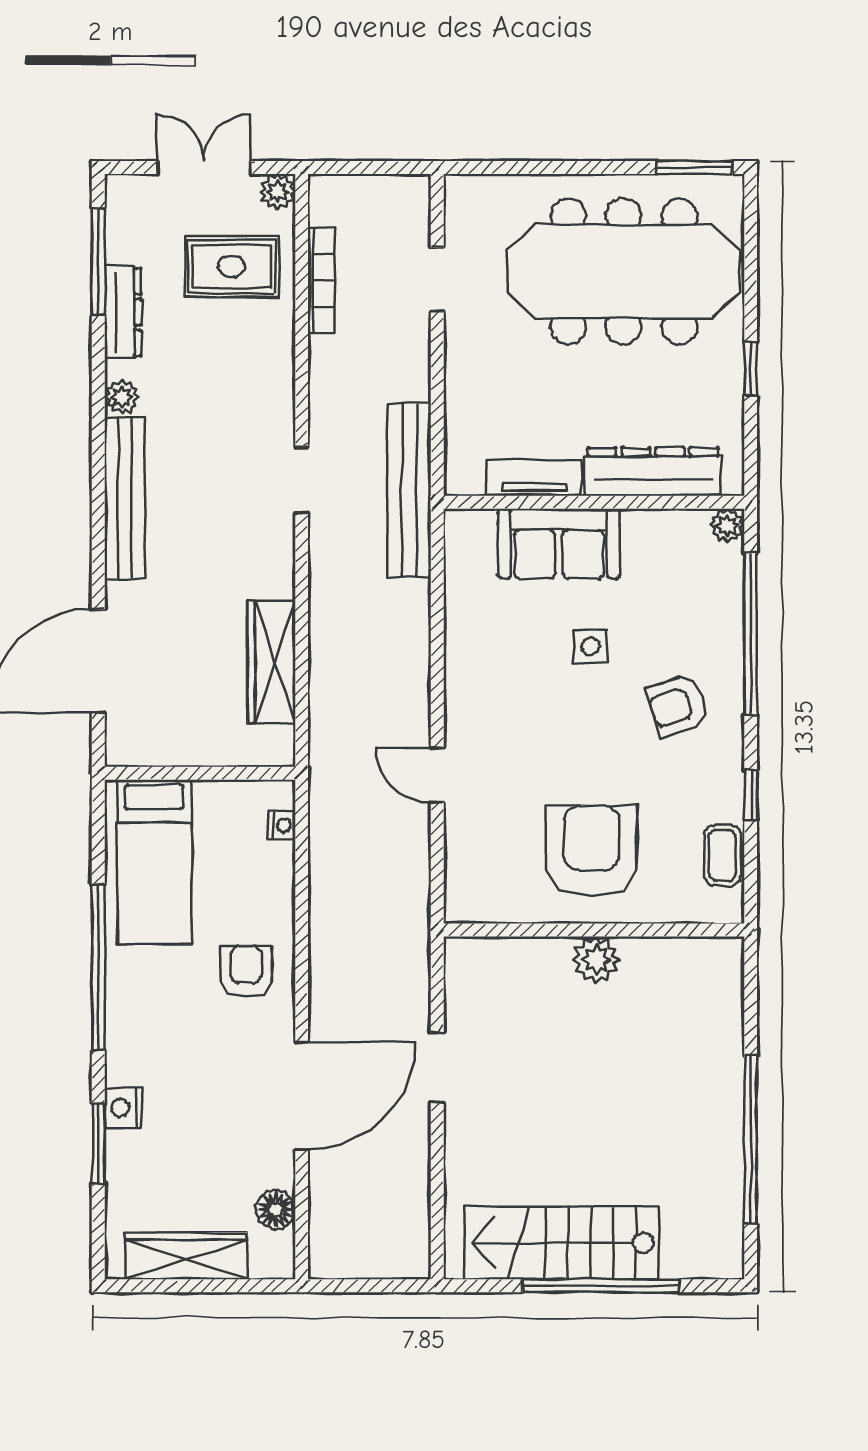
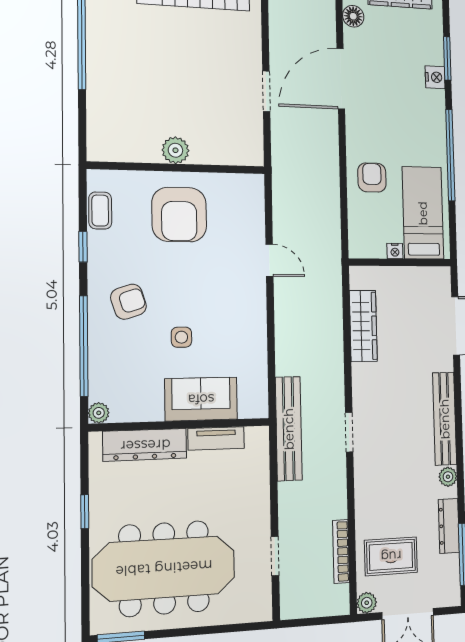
nightstand: (282, 825) -> (395, 251), moved, turned -90
armchair: (246, 972) -> (372, 178), moved, turned 180

